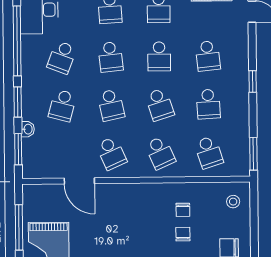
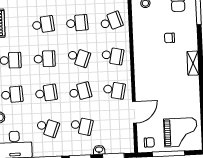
school desk: (160, 105) -> (79, 57), turned 39
school desk: (112, 153) -> (114, 90), turned 36
school desk: (160, 153) -> (113, 56), turned 36
chair: (183, 210) -> (149, 142), moved

